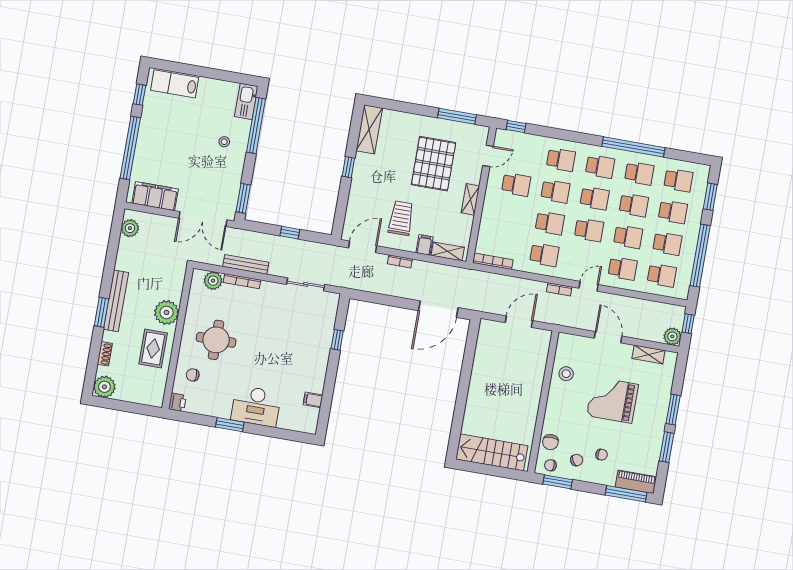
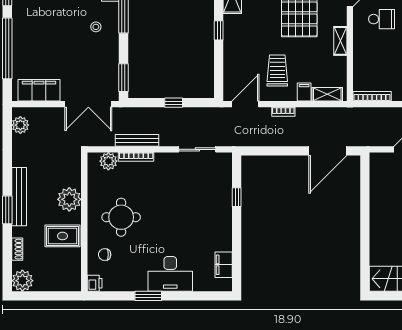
rug: (153, 349) -> (62, 236), turned 90
filing cabinet: (313, 400) -> (224, 265), width x2.00

